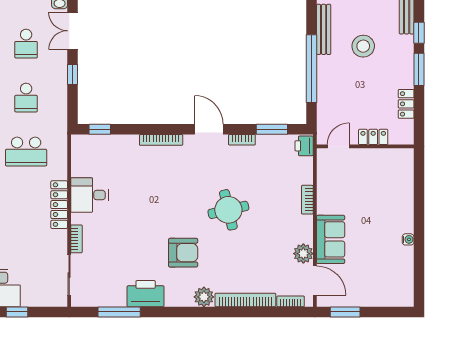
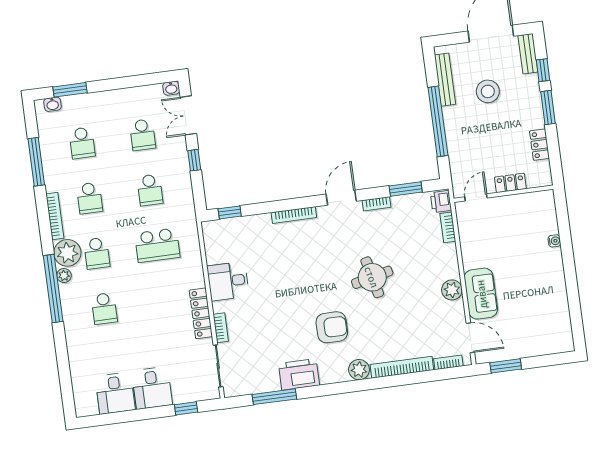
door: (209, 129) -> (341, 198), hinge flipped
bookcase: (307, 200) -> (448, 227), moved
locker: (59, 205) -> (201, 313), moved
water cooler: (408, 239) -> (554, 241), moved
plant: (303, 254) -> (452, 290), moved
window: (17, 312) -> (186, 408), moved

